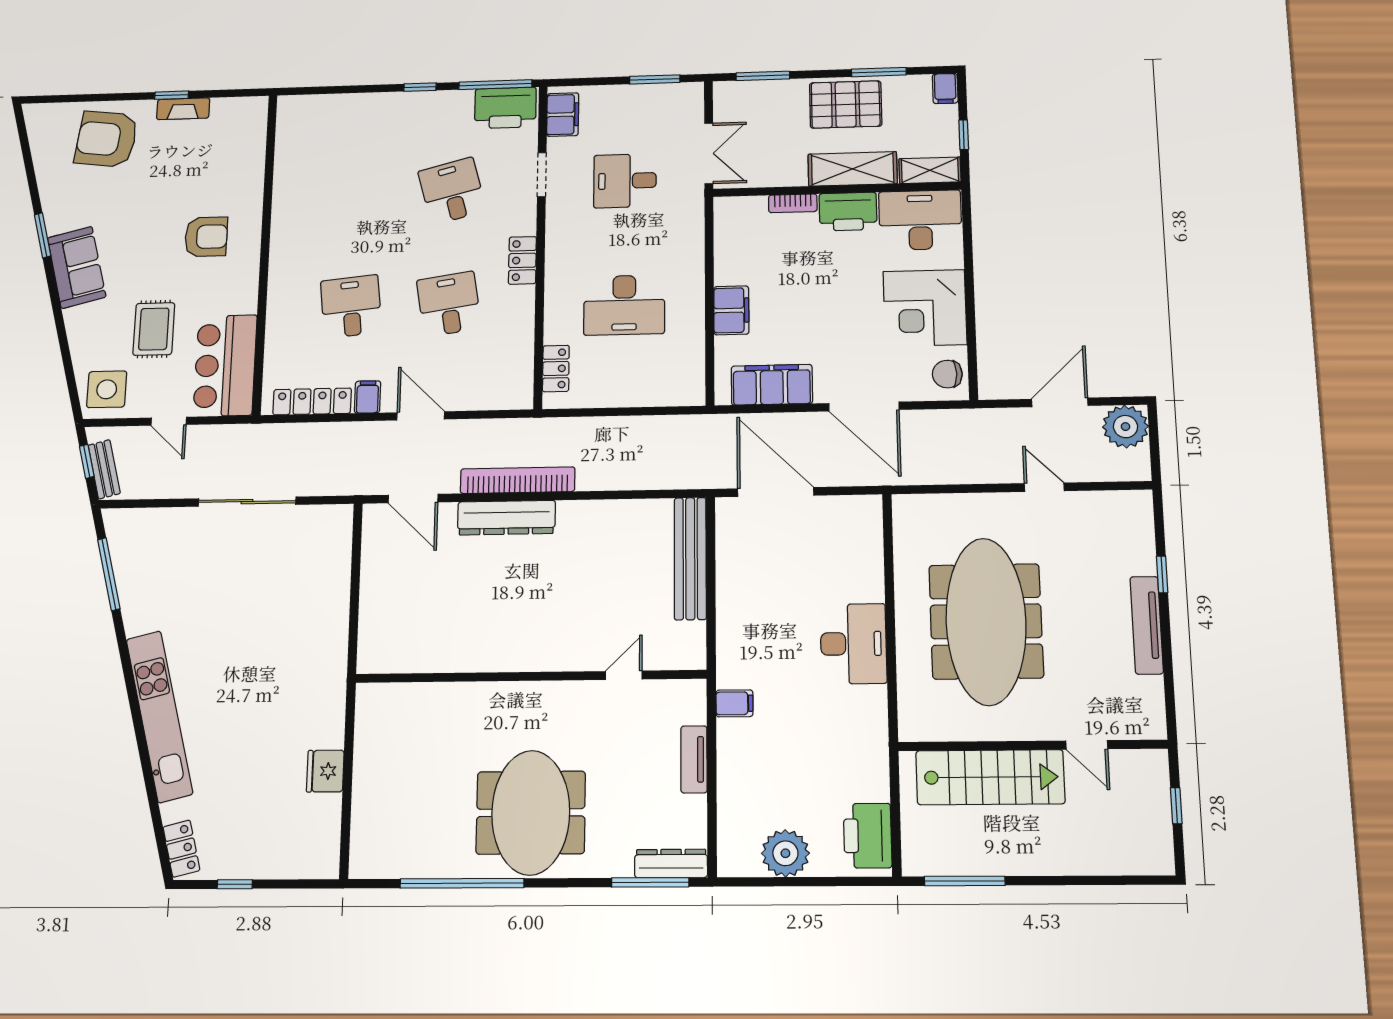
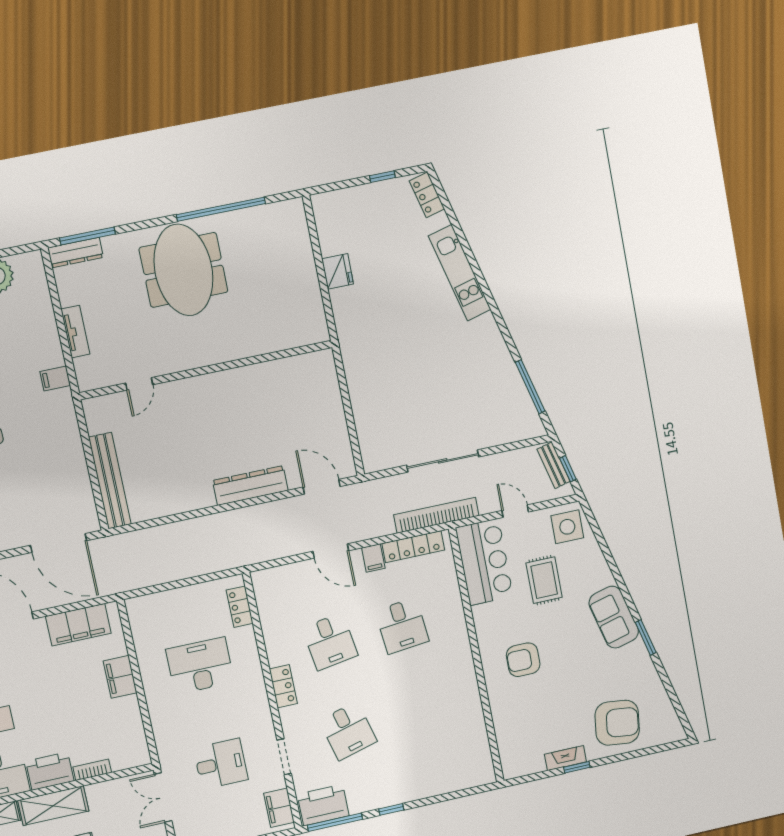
bookcase: (518, 480) -> (436, 515), moved, turned 180
kitchen unit: (159, 716) -> (460, 273), width x0.73

